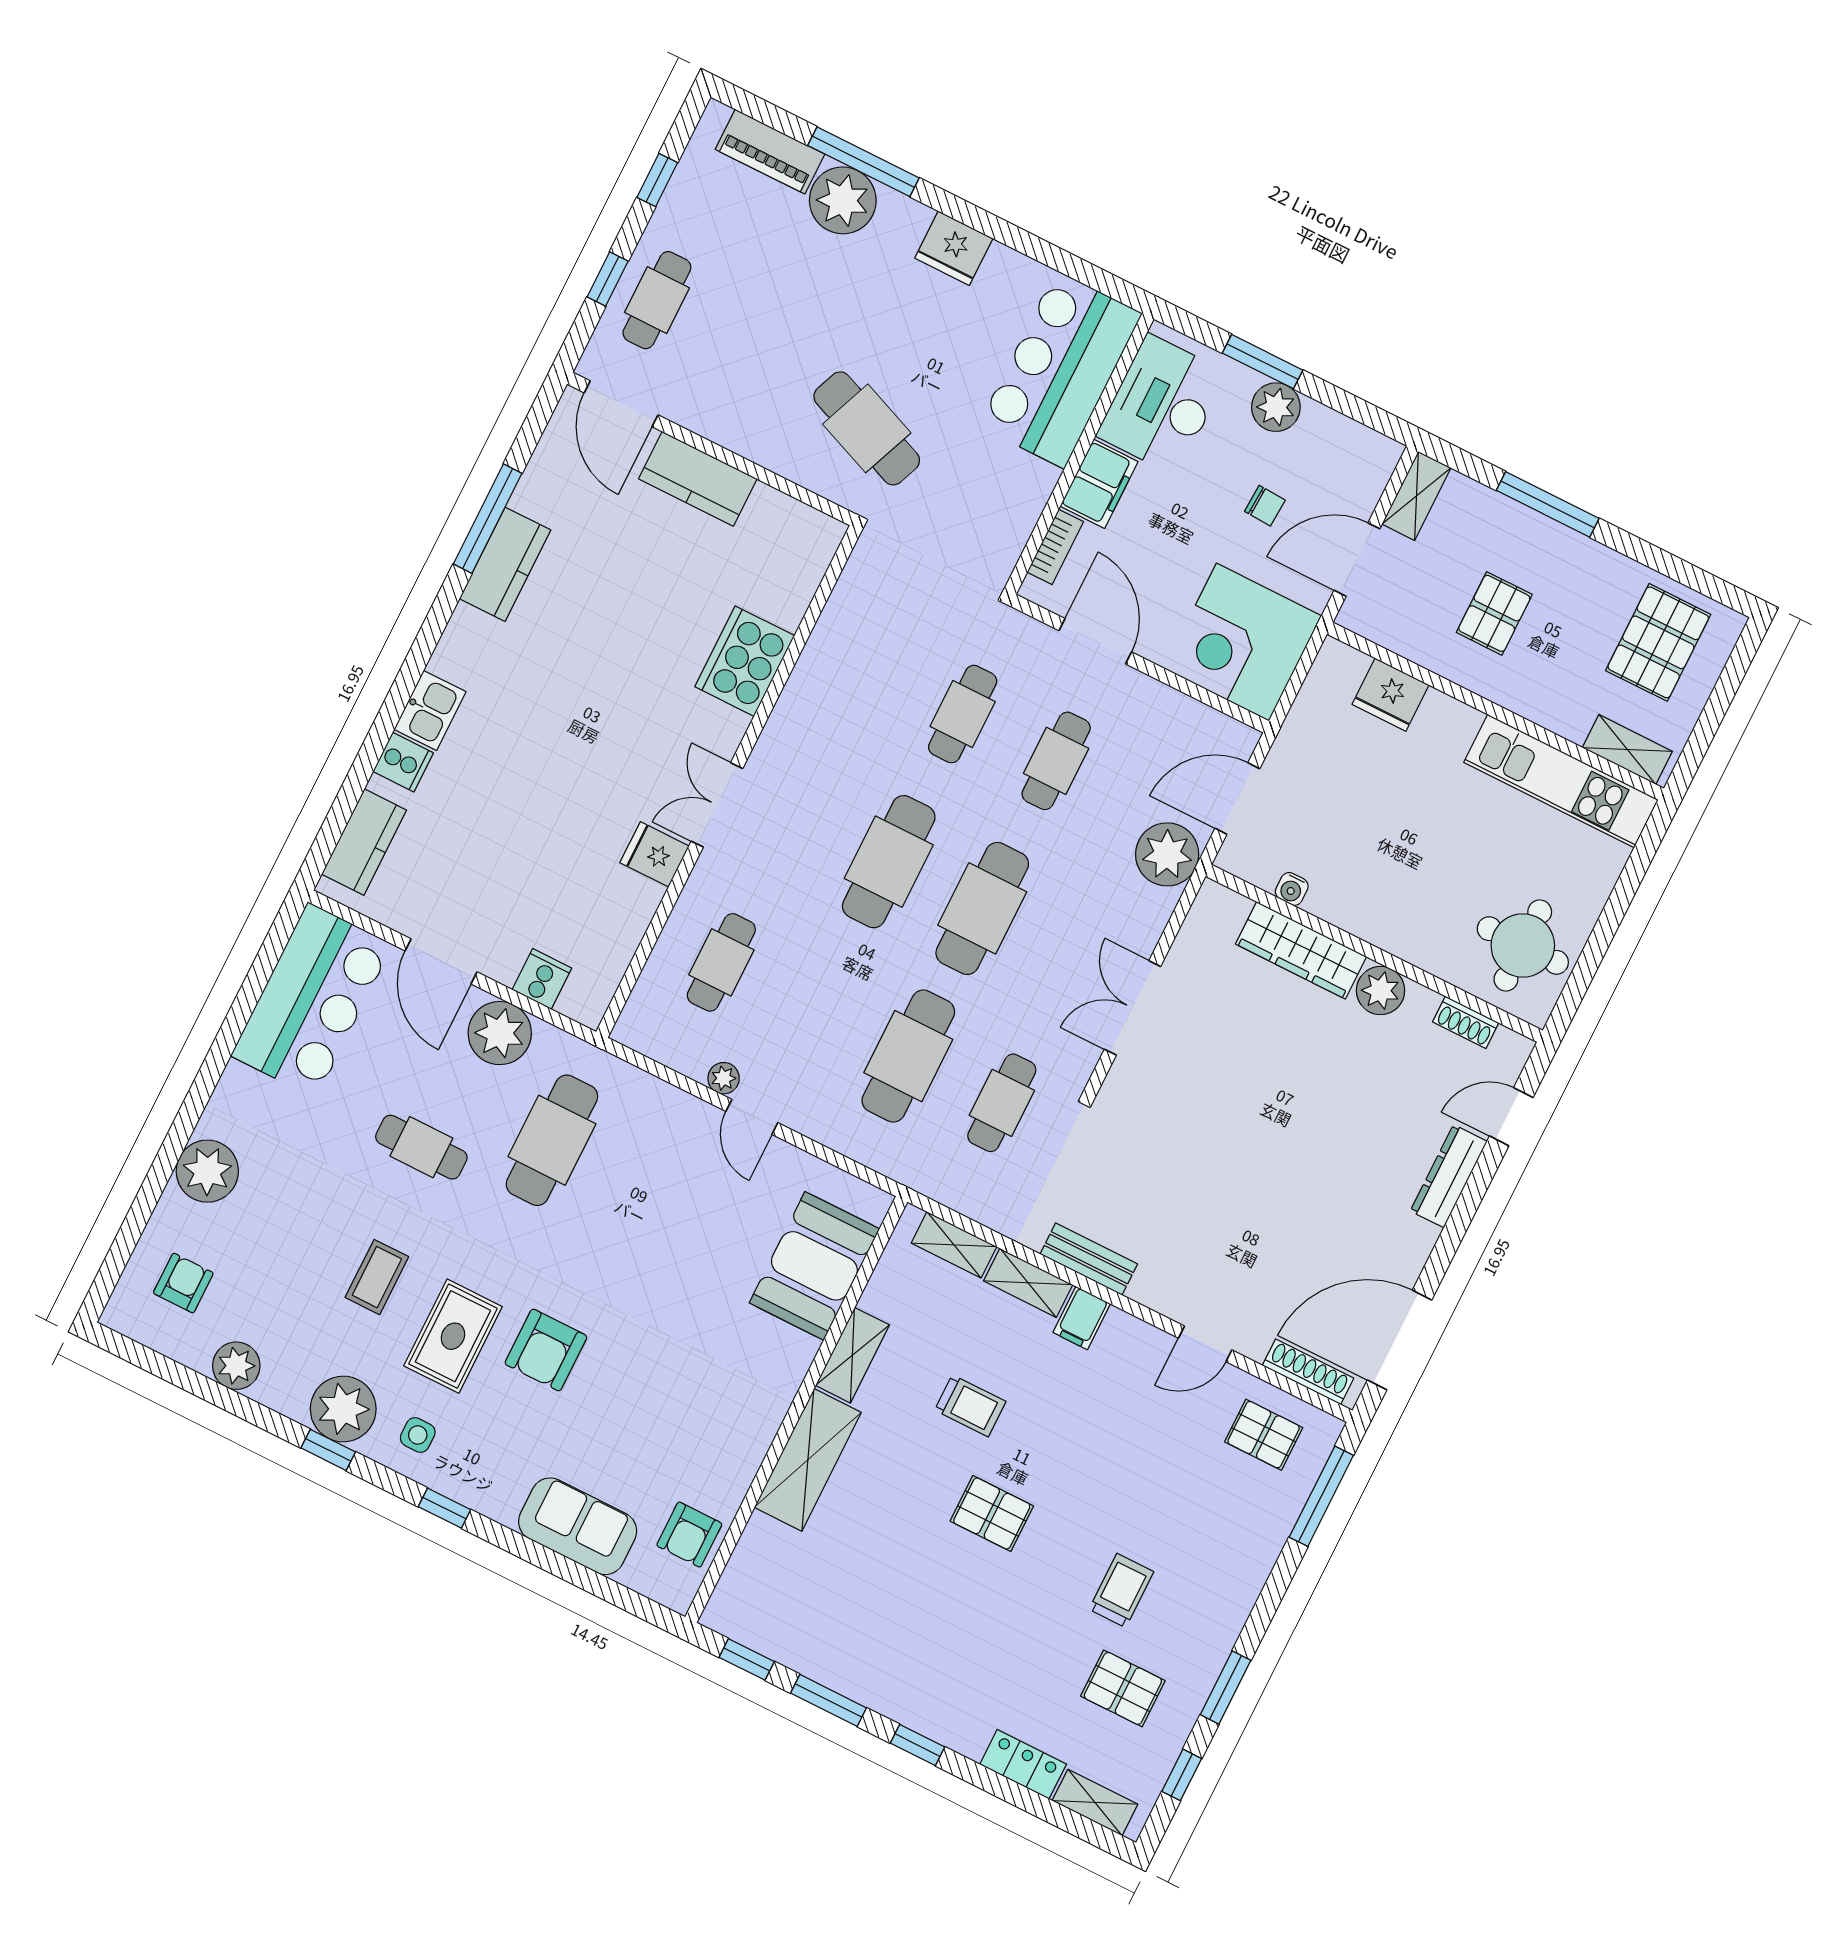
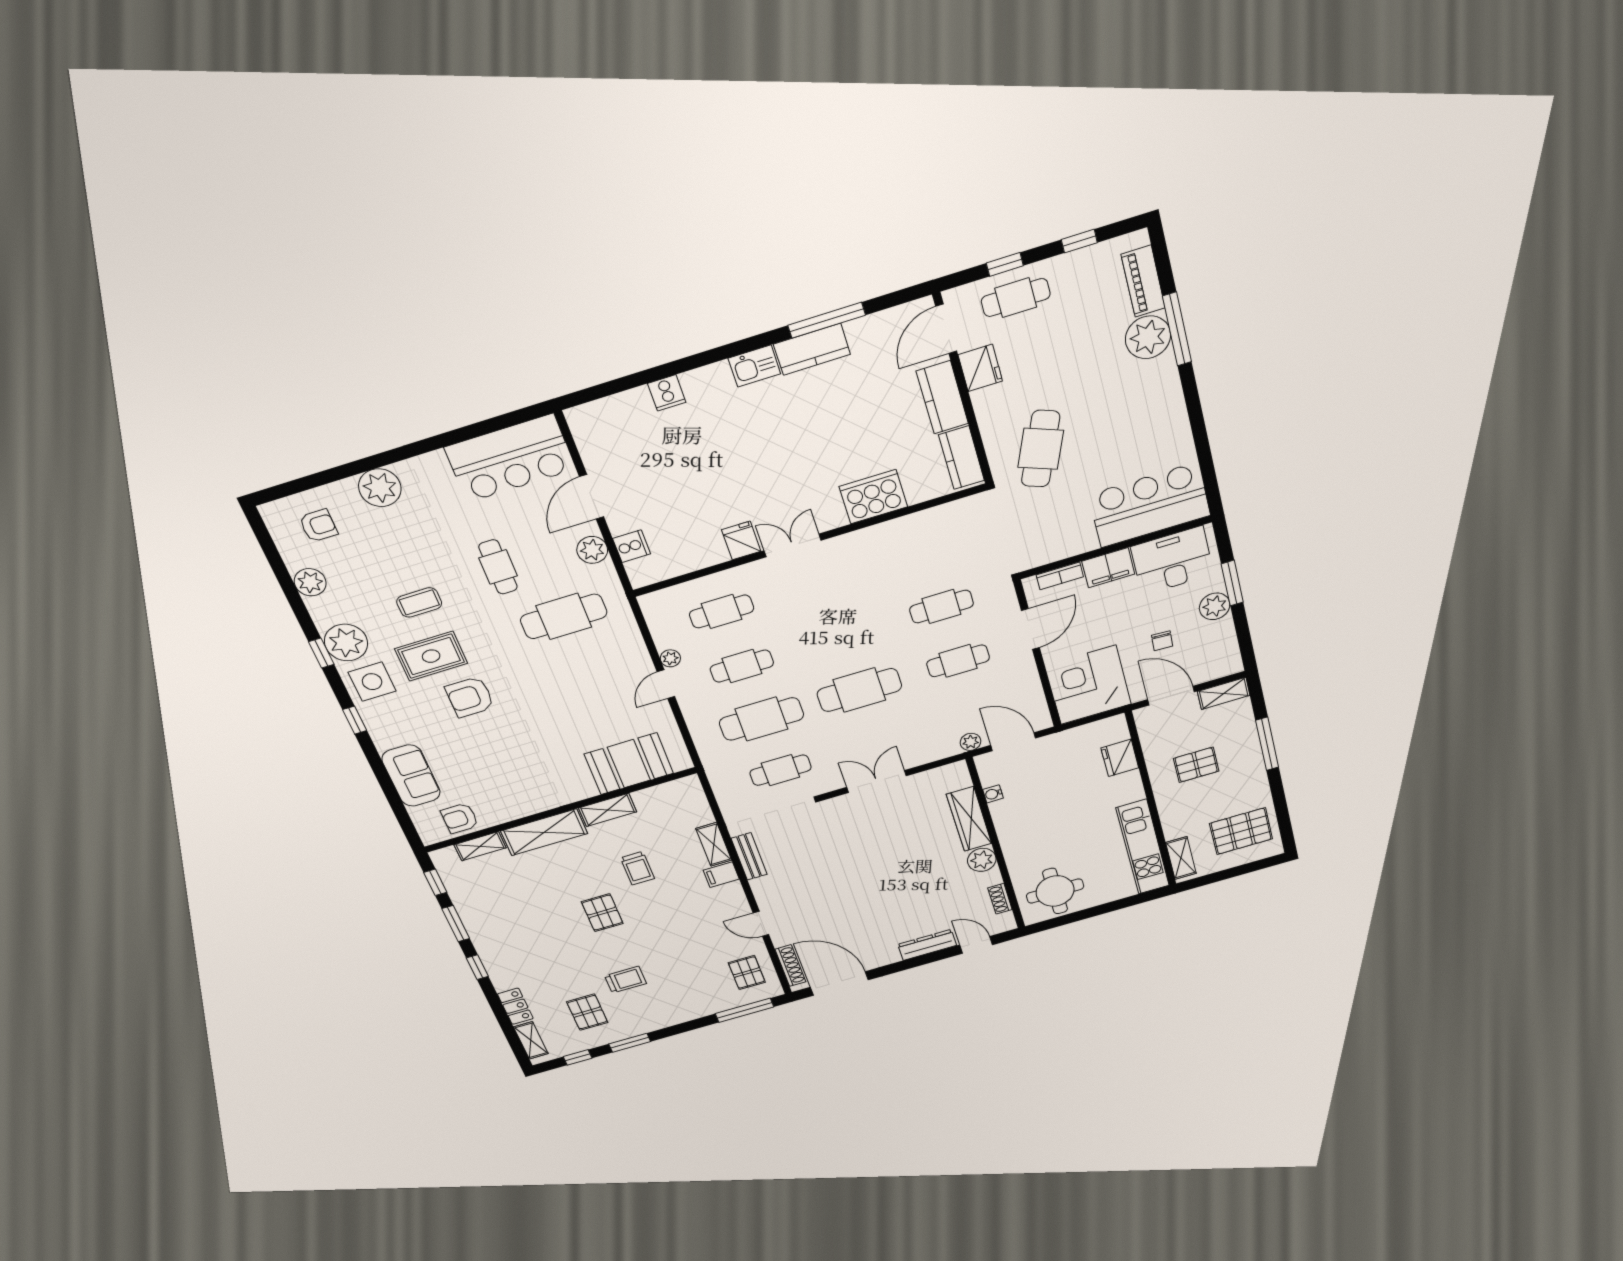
fridge: (954, 248) -> (980, 368), moved, turned 180
kitchen sink: (430, 710) -> (754, 366), moved
kitchen counter: (364, 842) -> (961, 458), moved, turned 90
plant: (1167, 854) -> (971, 742), width x0.53, depth x0.53
cafe table: (889, 862) -> (742, 666), moved, width x0.73, depth x0.74
plant: (500, 1033) -> (592, 550), width x0.73, depth x0.73
shelving: (954, 1245) -> (480, 846), moved, turned 90
side table: (418, 1435) -> (372, 682), width x1.87, depth x1.87

